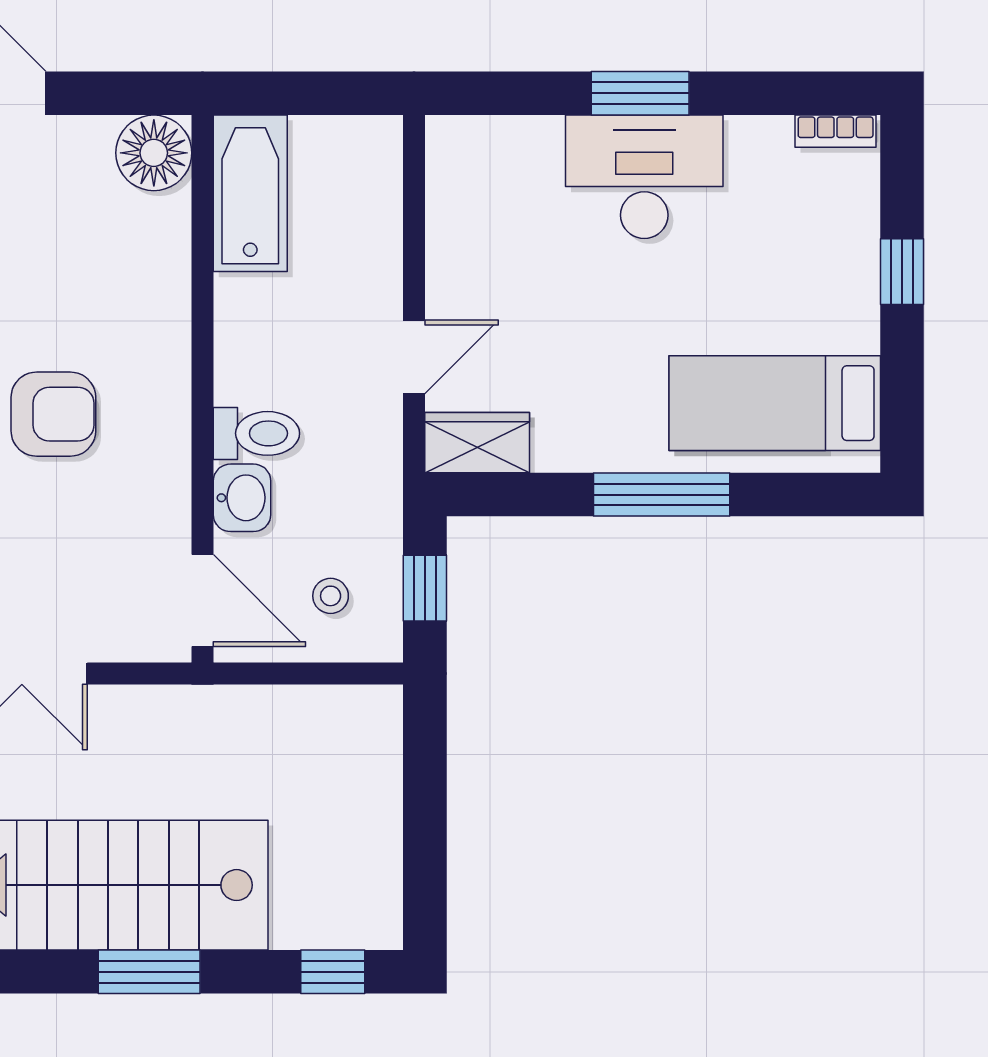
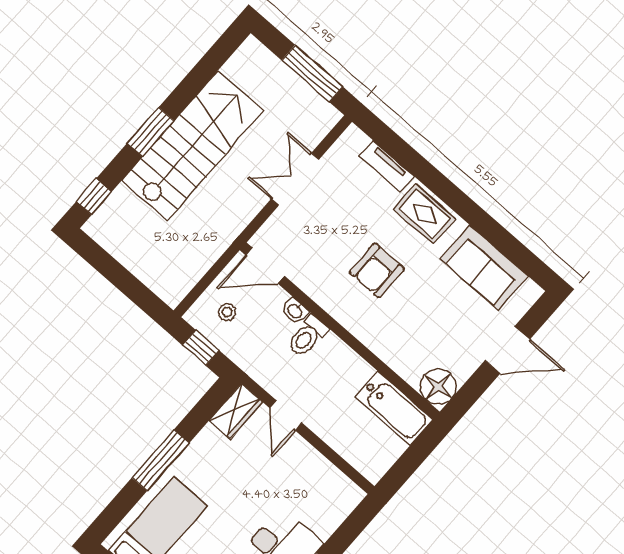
washbasin: (242, 498) -> (295, 311), width x0.72, depth x0.69

